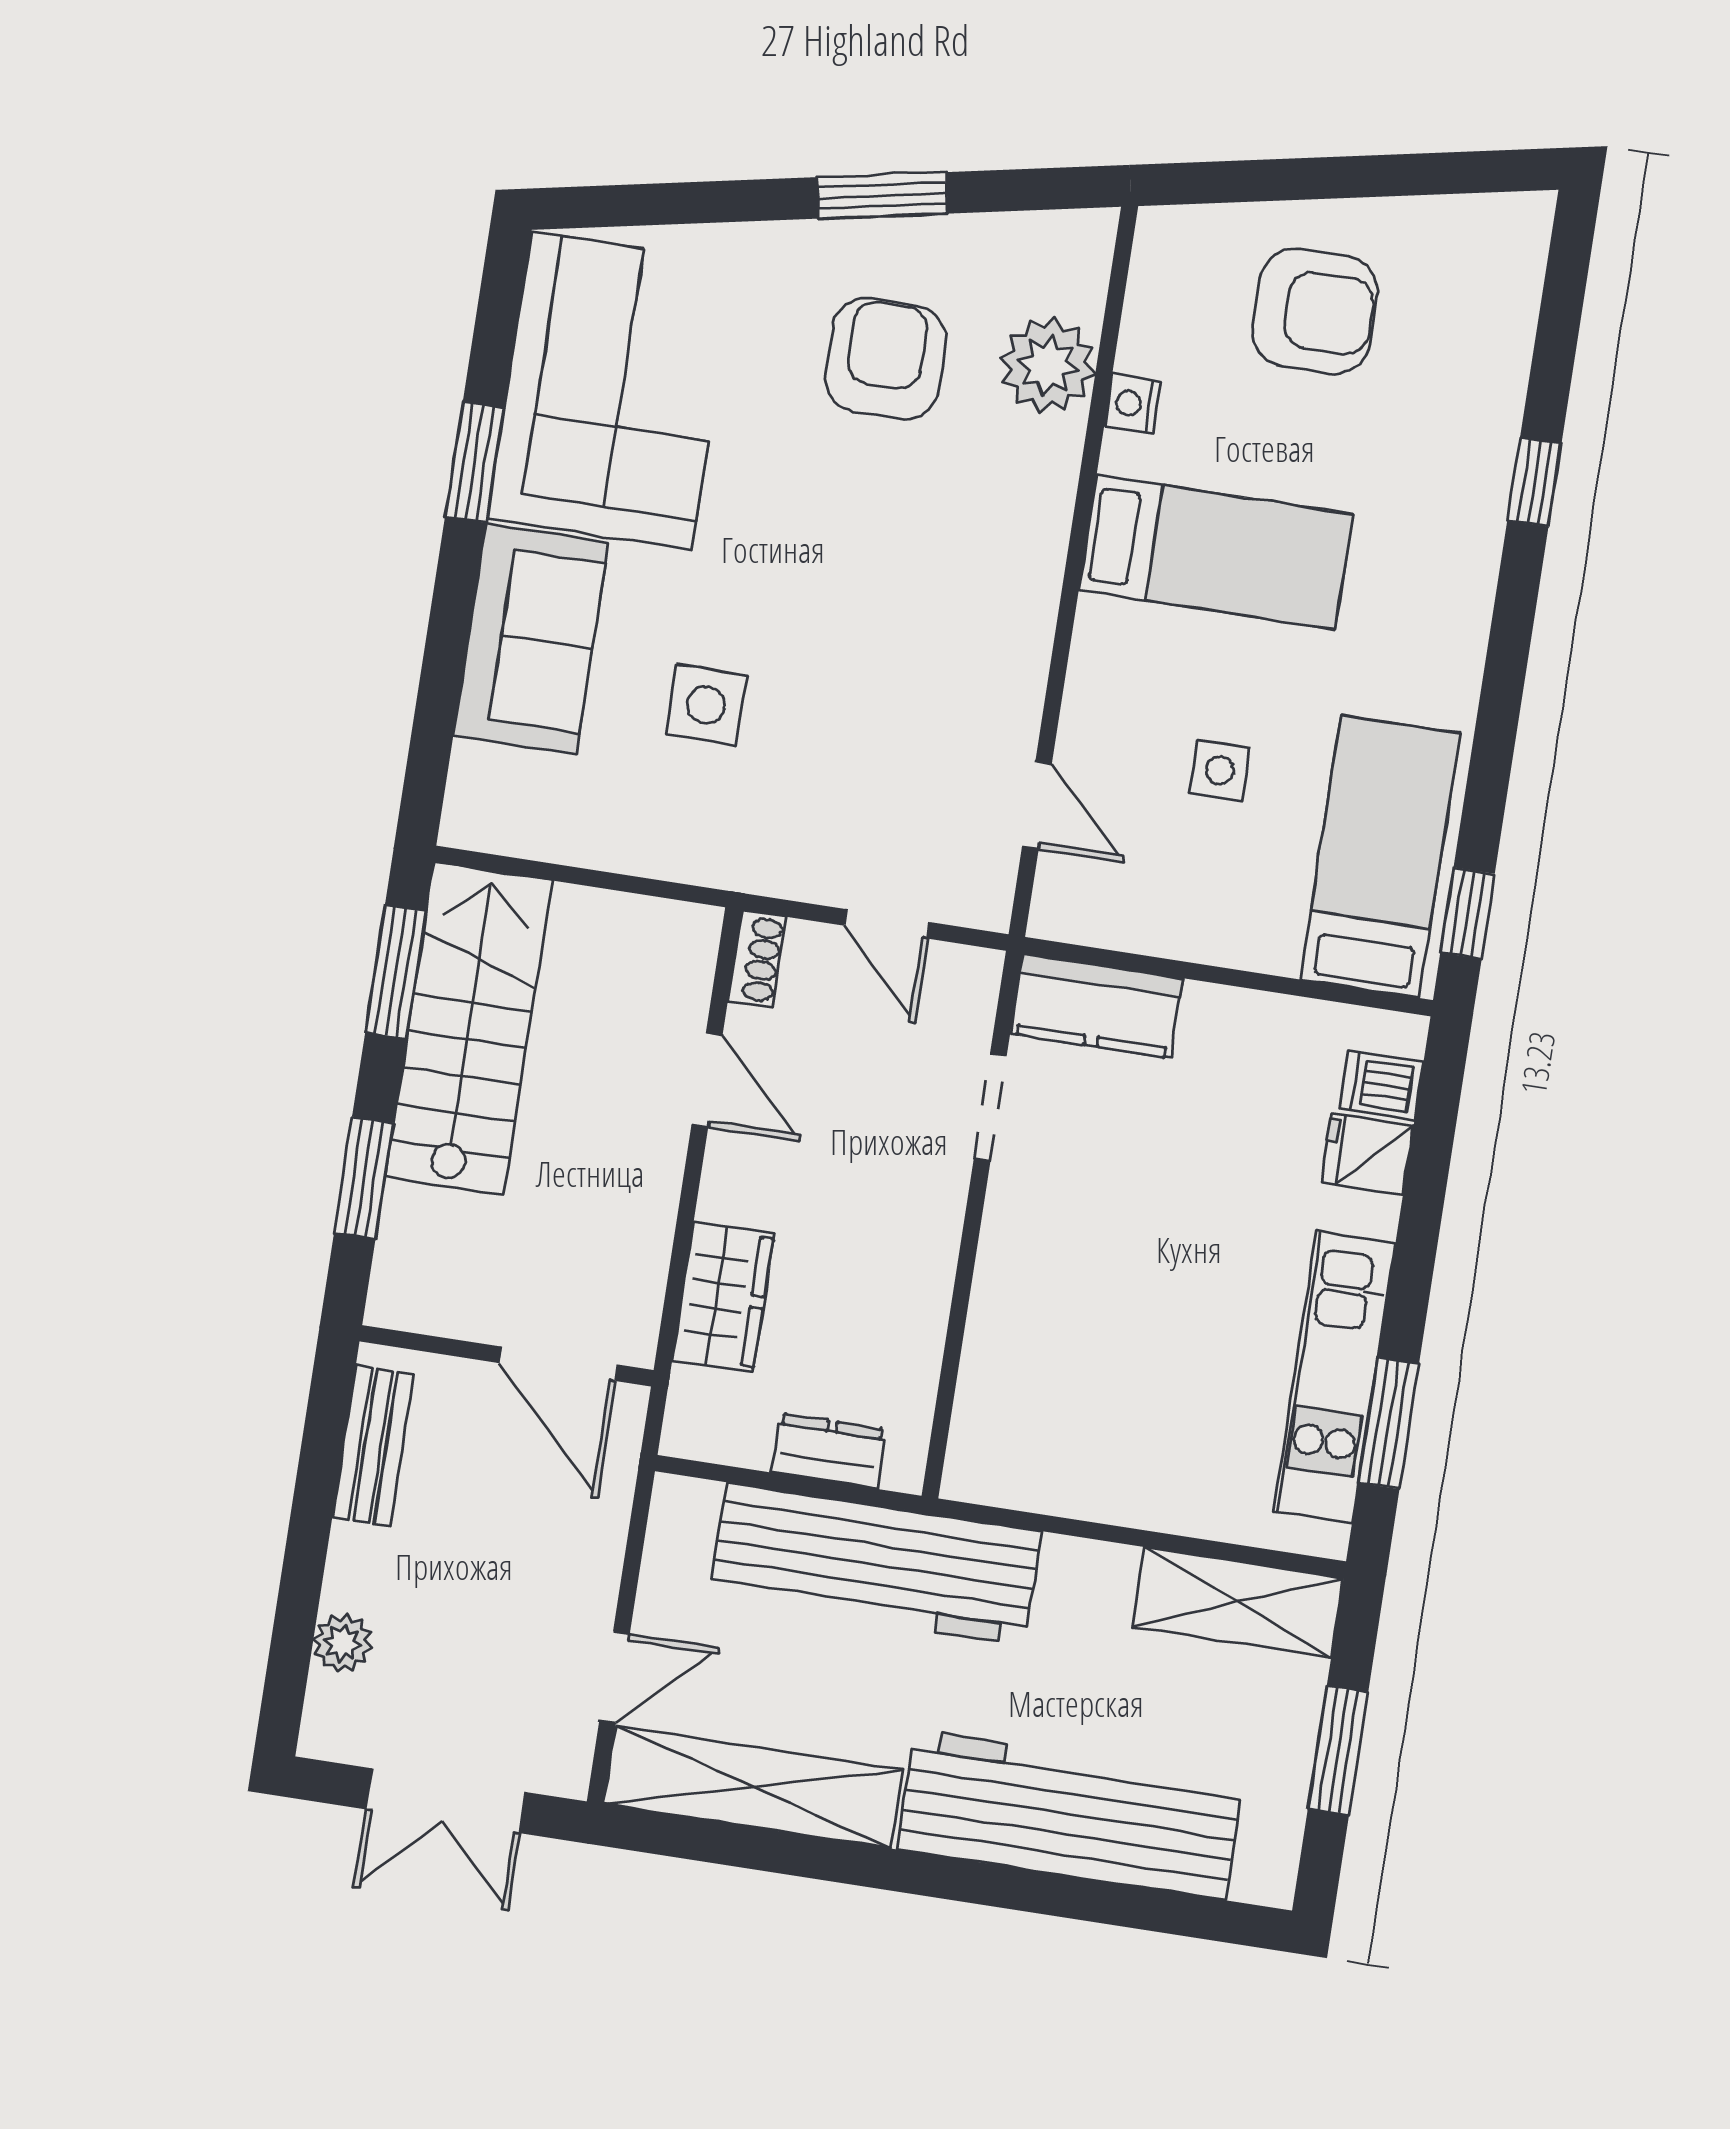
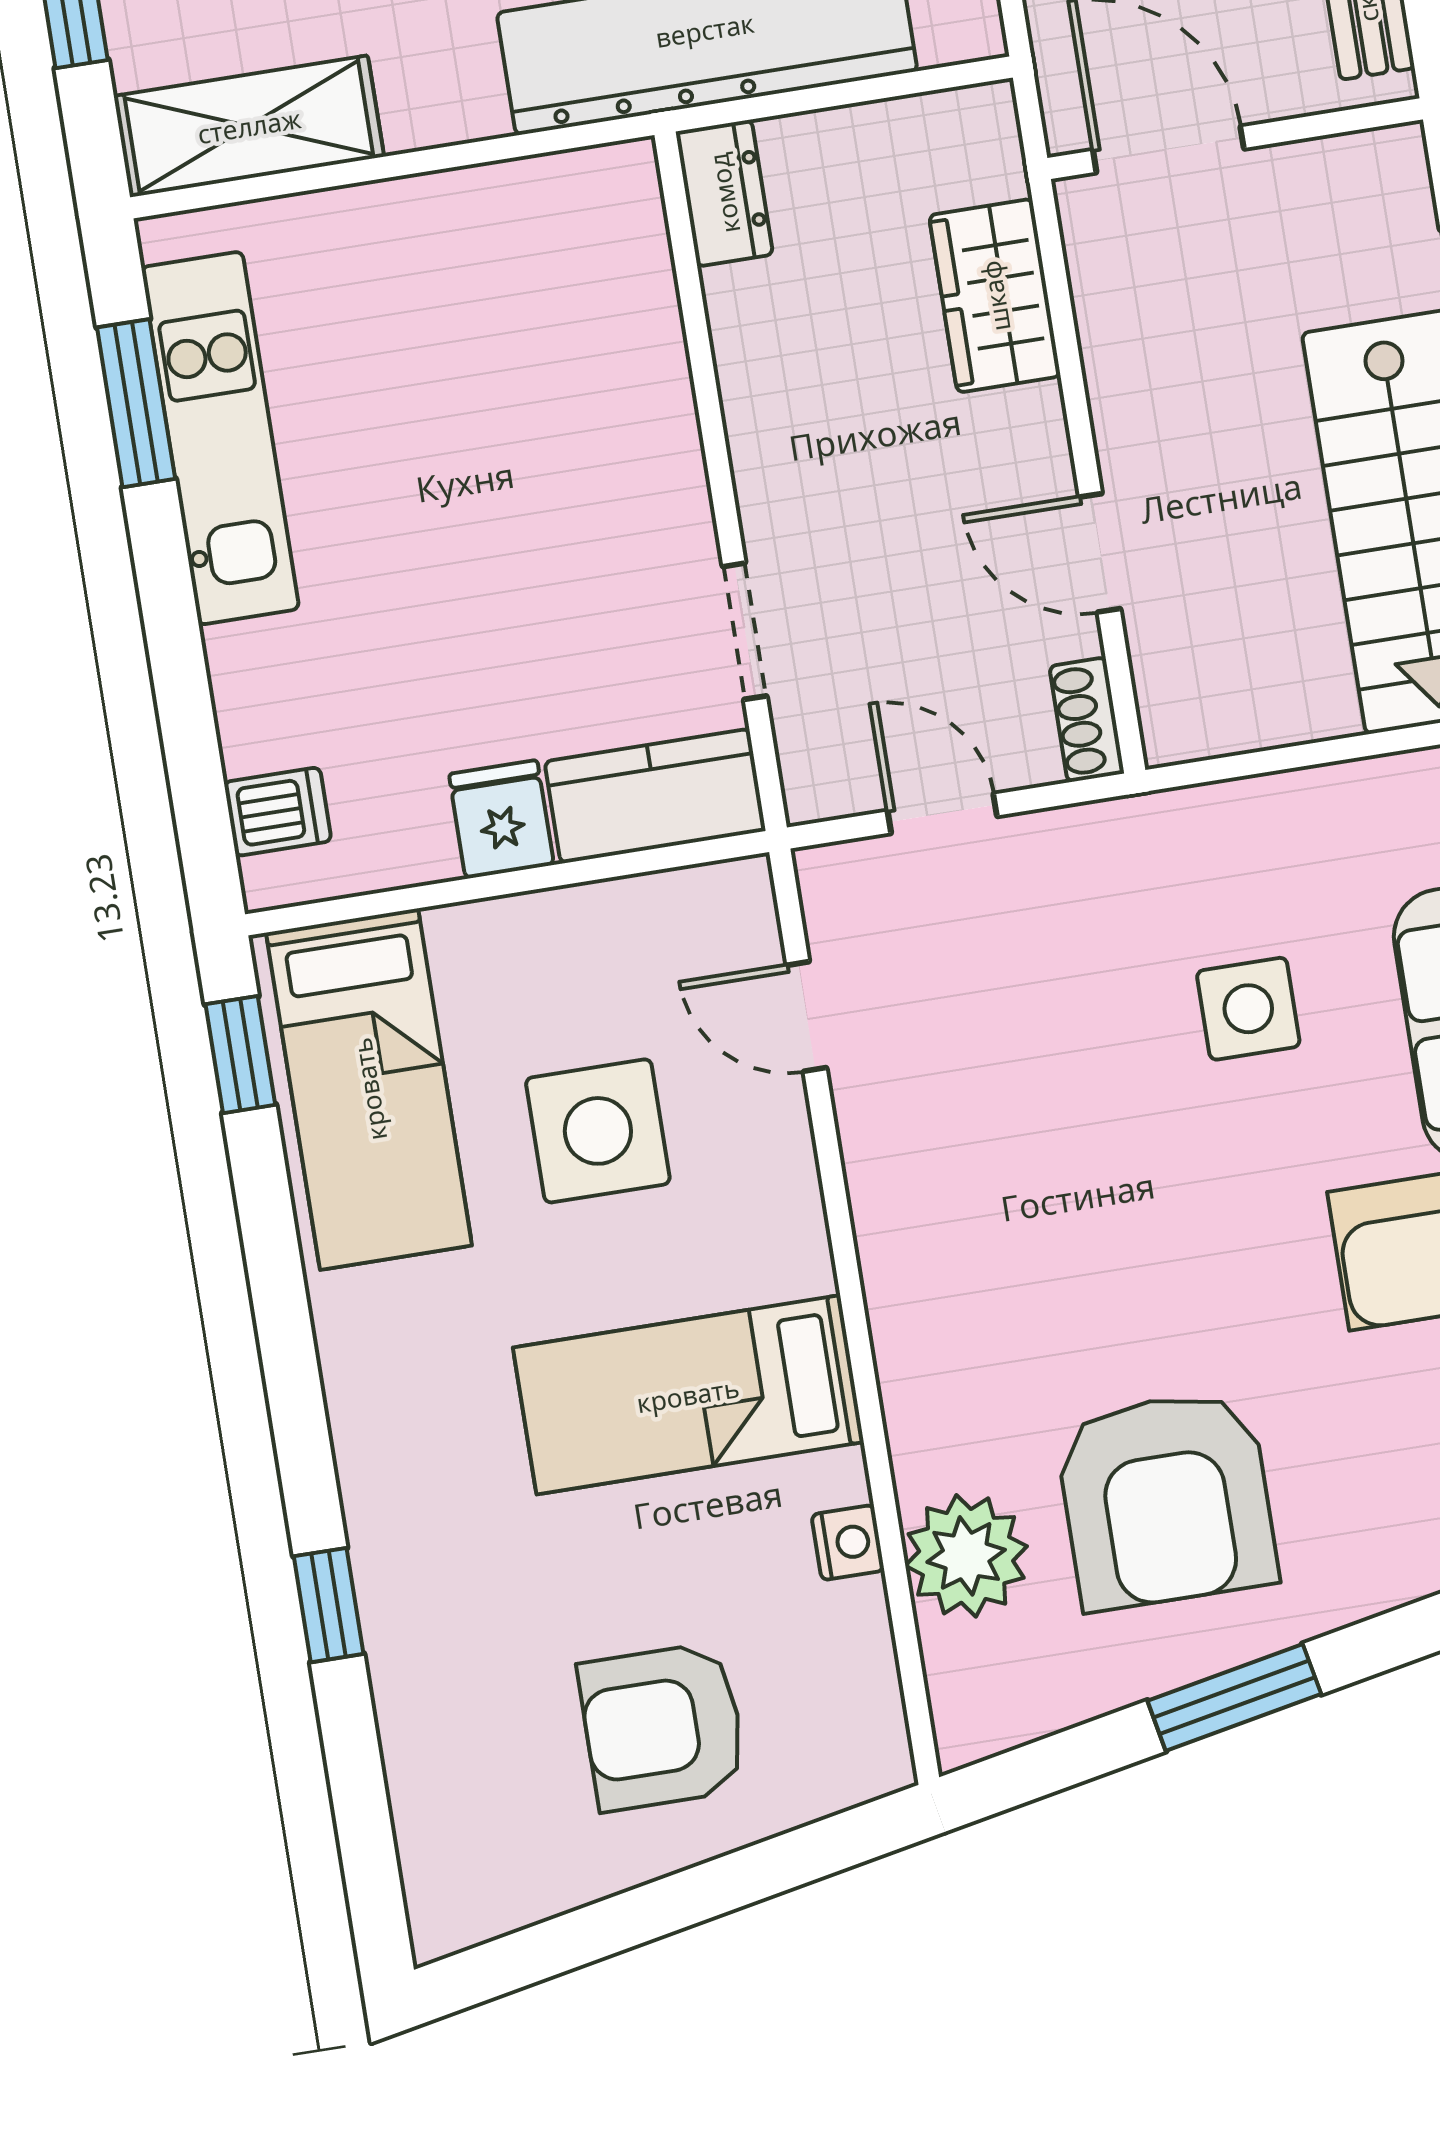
armchair: (885, 359) -> (1166, 1500), width x1.36, depth x1.36
side table: (1220, 770) -> (598, 1131), width x1.87, depth x1.87
fridge: (1367, 1154) -> (501, 819), moved, turned -90
dresser: (829, 1451) -> (724, 193), moved, turned -90

